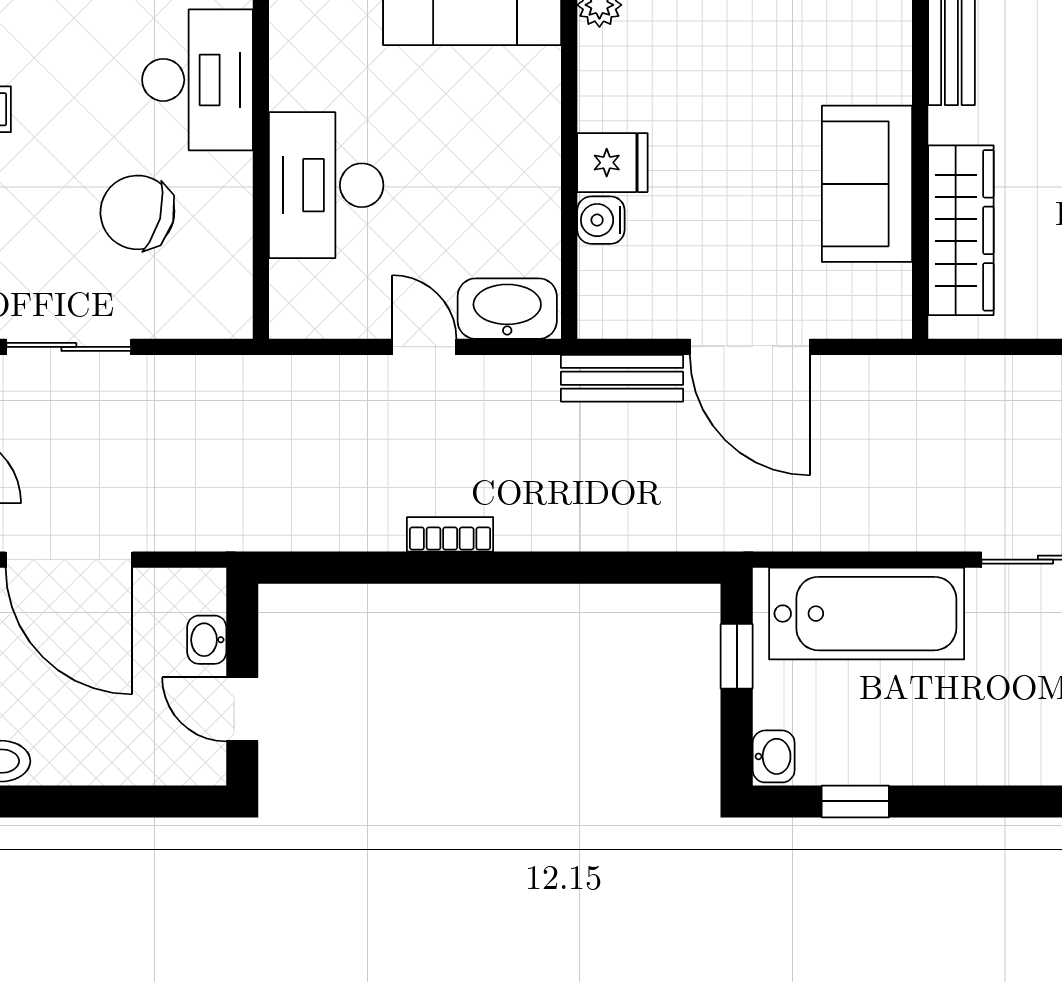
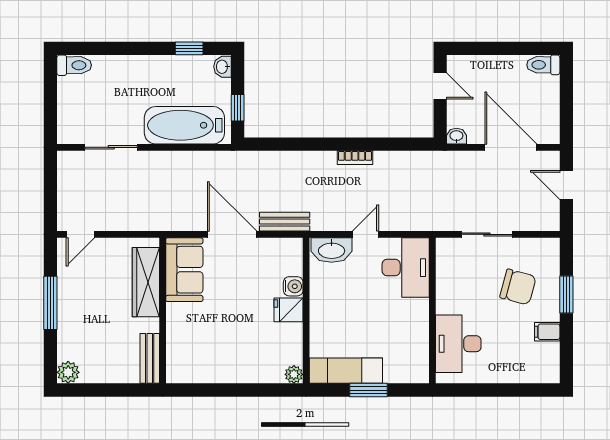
sofa: (867, 184) -> (184, 270), moved
desk: (326, 185) -> (406, 268), moved
chair: (137, 212) -> (518, 287), moved
sliding door: (69, 347) -> (487, 234), moved
door: (424, 347) -> (365, 234), swing flipped
washbasin: (207, 640) -> (456, 136), moved, turned -90

